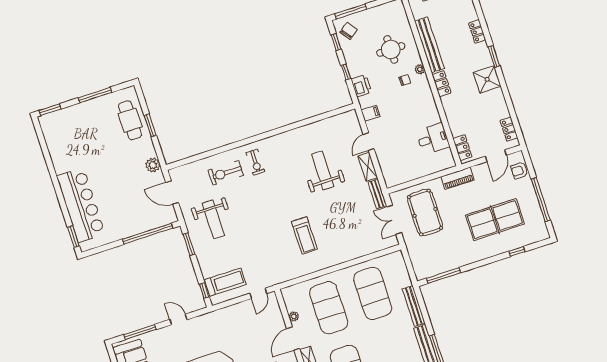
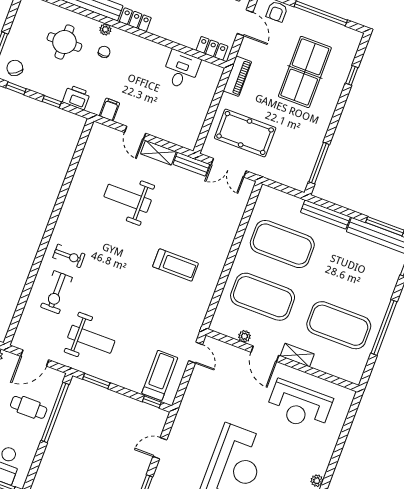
cafe table: (137, 214) -> (29, 407), added

